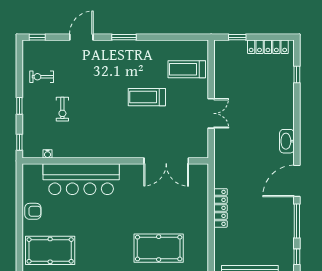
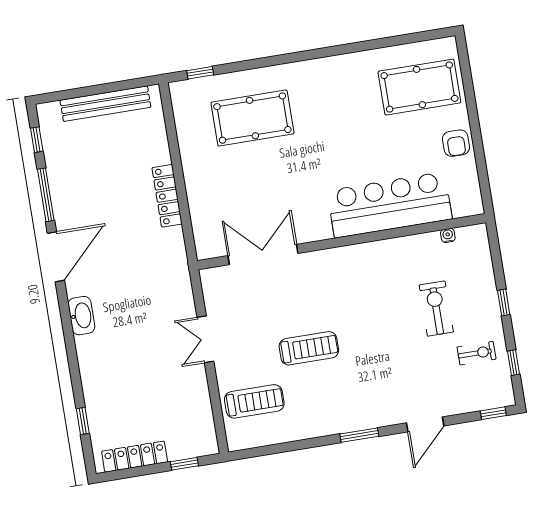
exercise bike: (62, 109) -> (436, 308), width x1.38, depth x1.39
window: (19, 142) -> (514, 363), moved
armchair: (33, 211) -> (456, 143), turned -90

